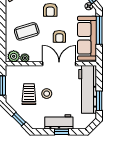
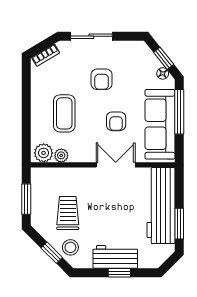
coffee table: (27, 31) -> (64, 113), turned -73
double door: (59, 64) -> (116, 165), width x0.73
stool: (47, 94) -> (70, 247), moved

